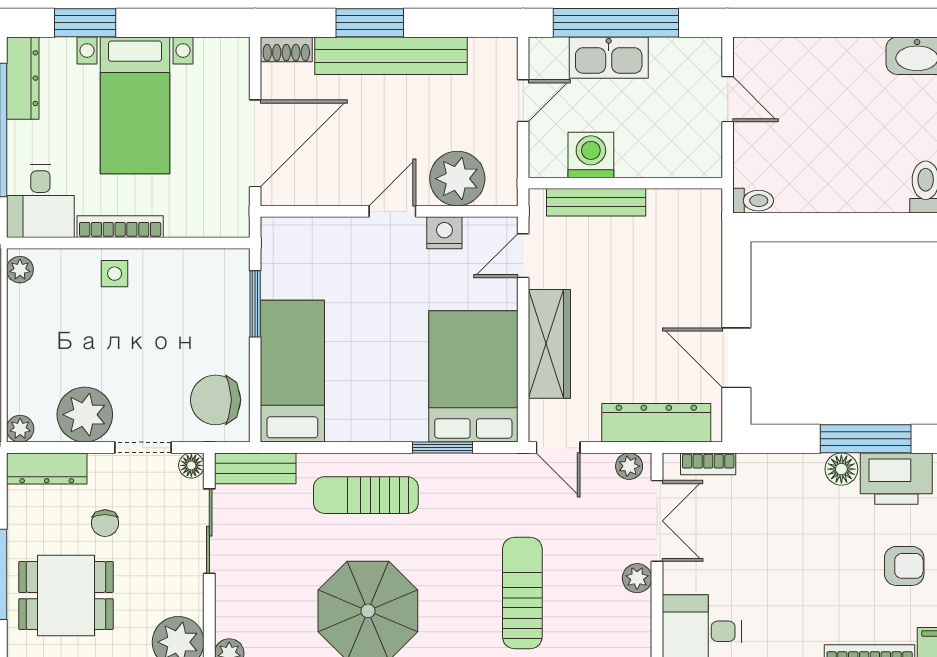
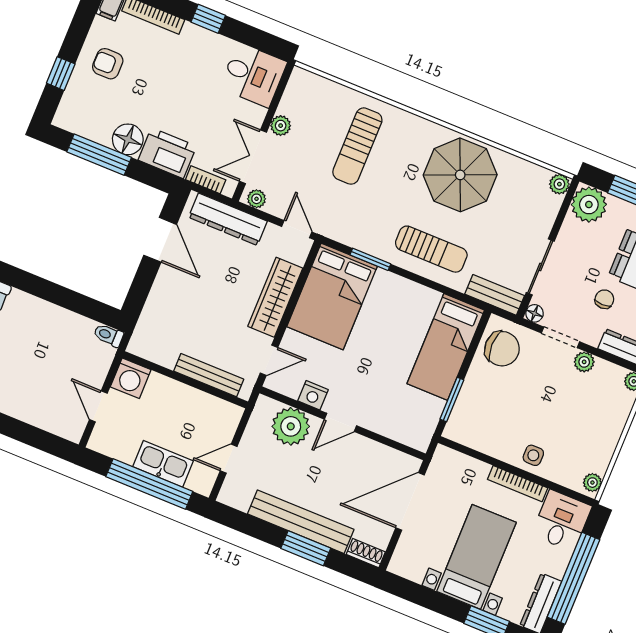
washing machine: (591, 155) -> (131, 378), moved
plant: (85, 415) -> (584, 362), width x0.53, depth x0.53
floor lamp: (841, 469) -> (128, 139), width x1.38, depth x1.38
printer: (896, 479) -> (167, 153), moved

